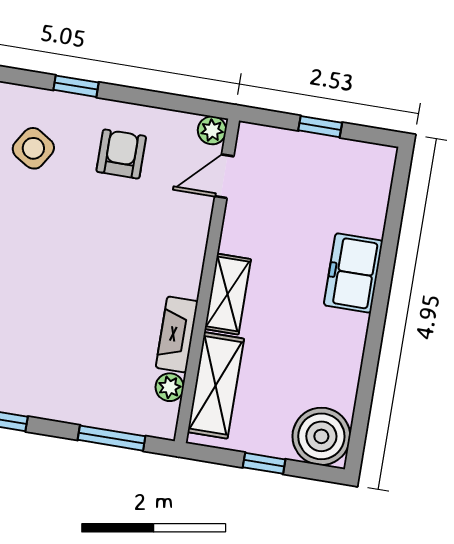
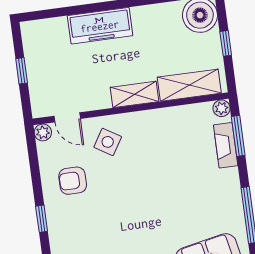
side table: (33, 148) -> (108, 142), moved
freezer: (353, 273) -> (100, 26), width x1.40
fireplace: (177, 334) -> (226, 145), moved, turned 90
plant: (170, 387) -> (222, 108), moved

